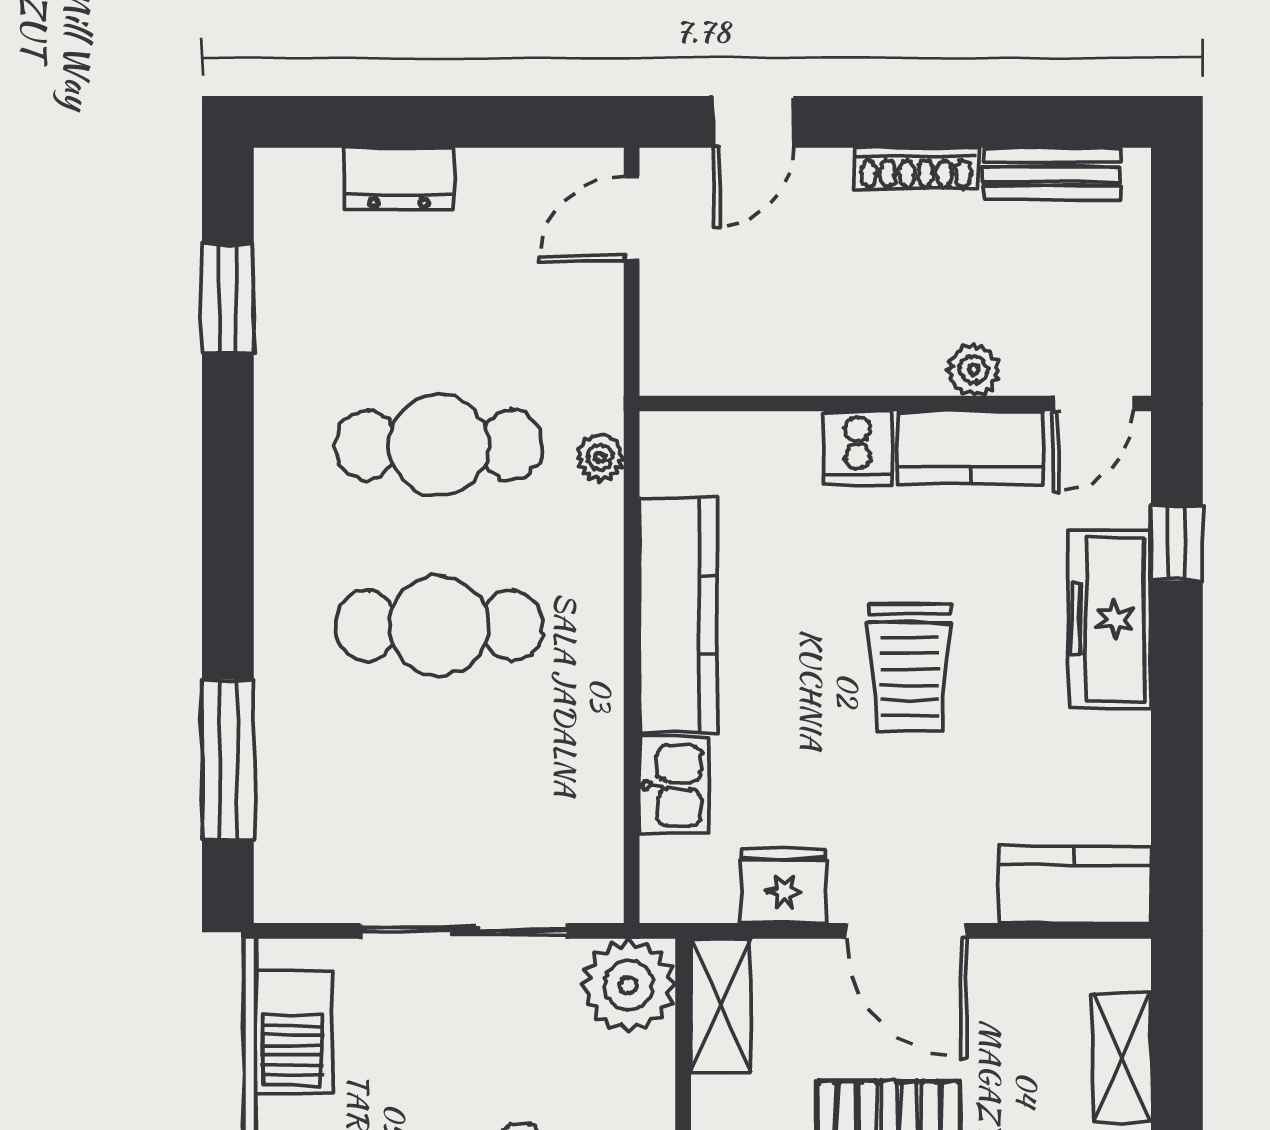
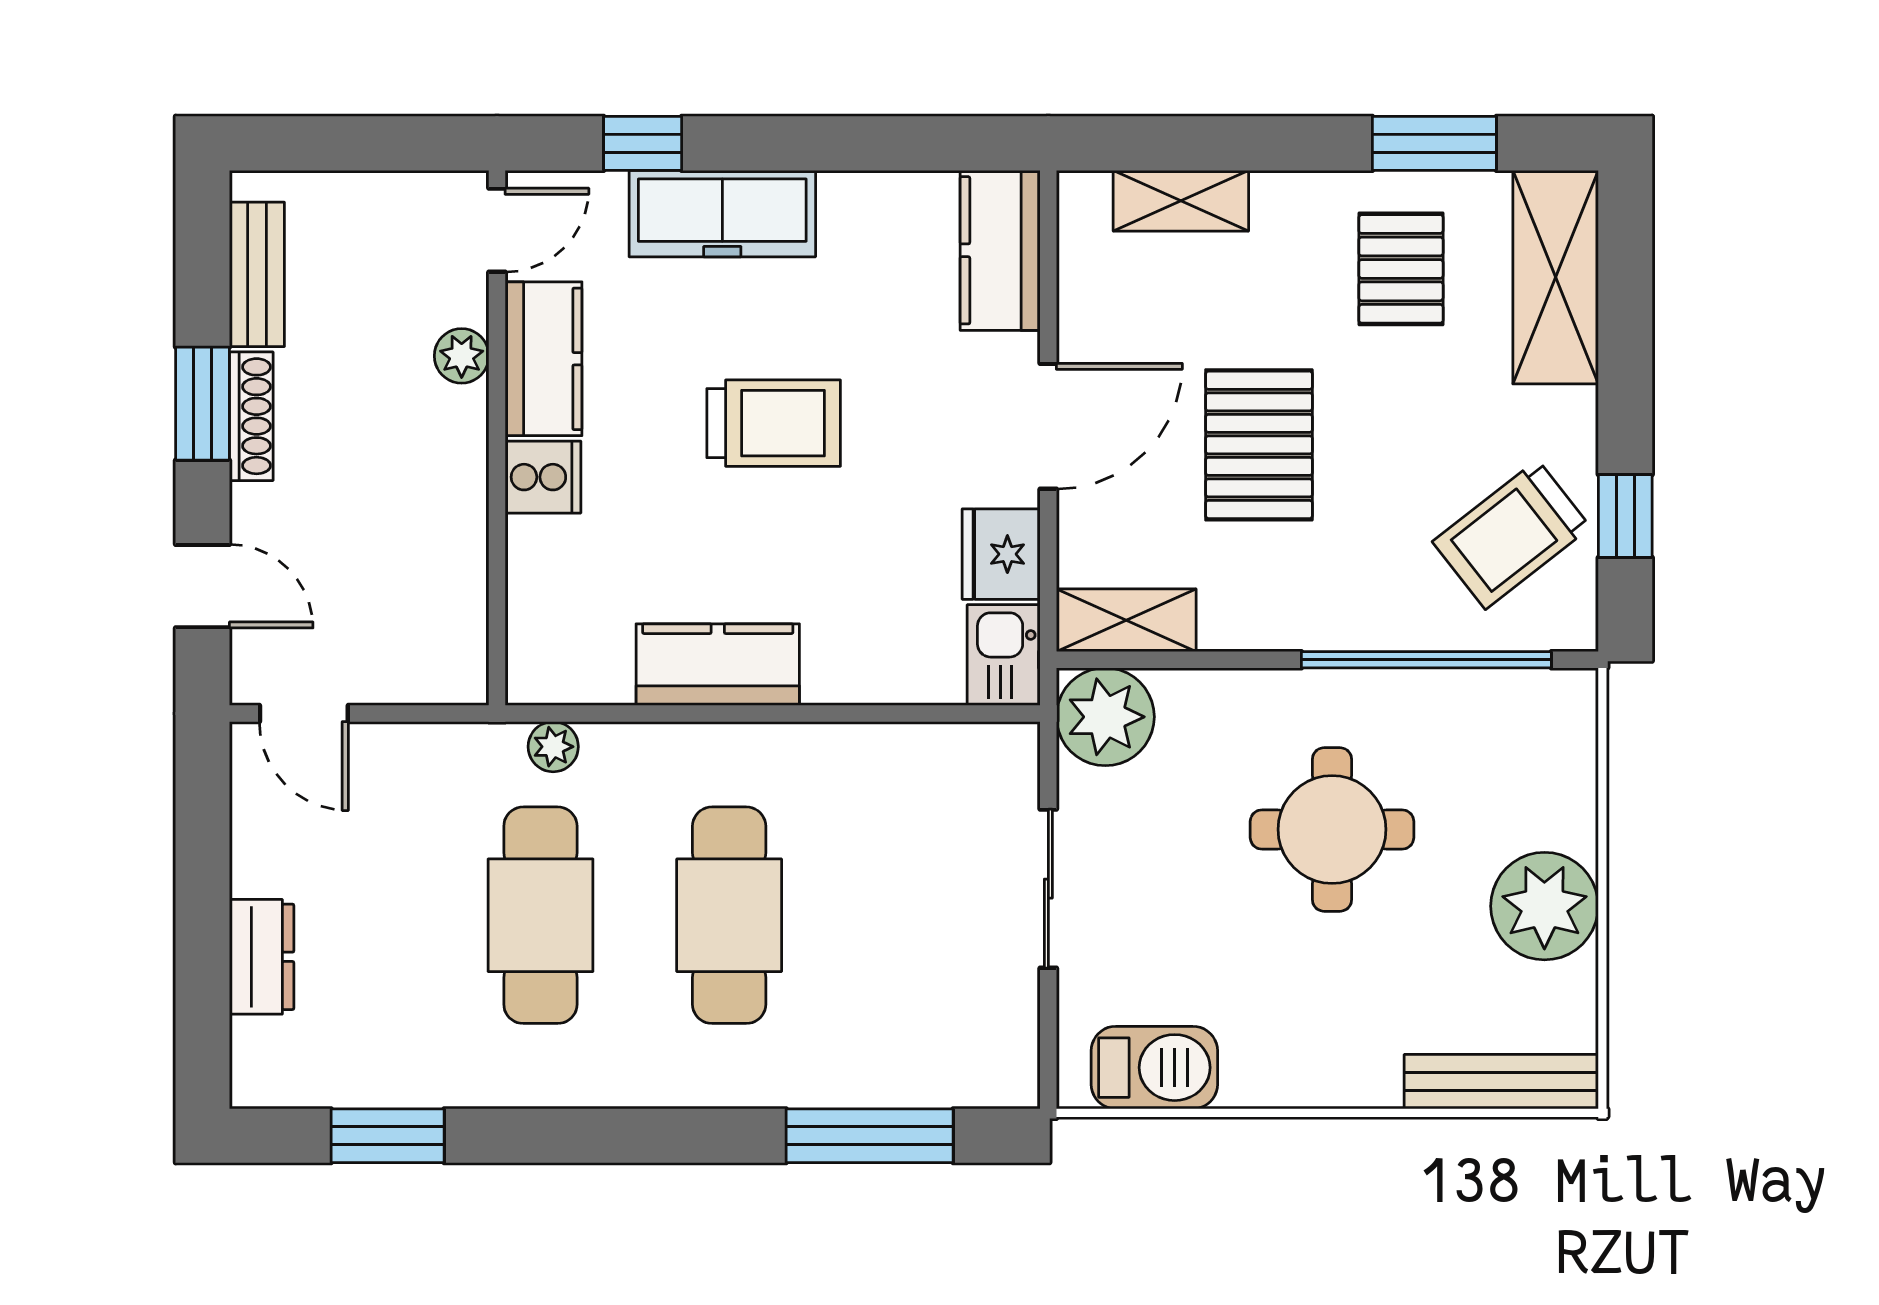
window: (928, 122) -> (202, 404), added
door: (1094, 404) -> (497, 230), hinge flipped
kitchen counter: (678, 615) -> (718, 665), width x0.67
kitchen sink: (674, 785) -> (1004, 655), moved, turned -90
sliding door: (464, 931) -> (1048, 889), width x0.73

